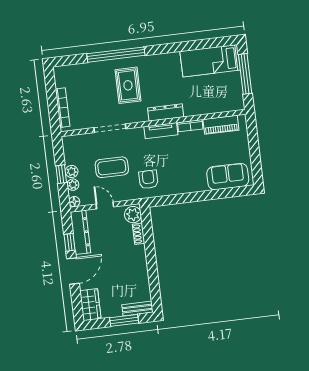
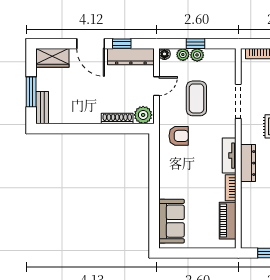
shoe rack: (139, 234) -> (117, 118), width x1.43

